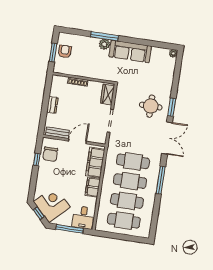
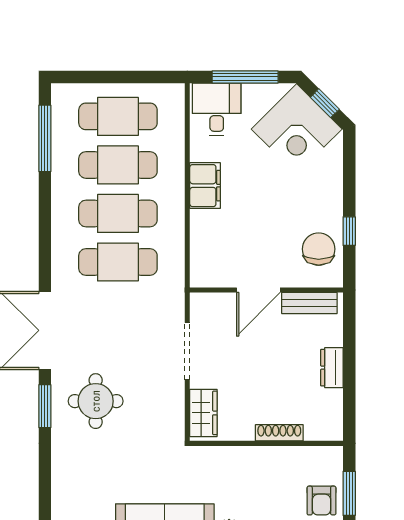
filing cabinet: (95, 162) -> (208, 245), removed
window: (161, 180) -> (45, 138), moved

